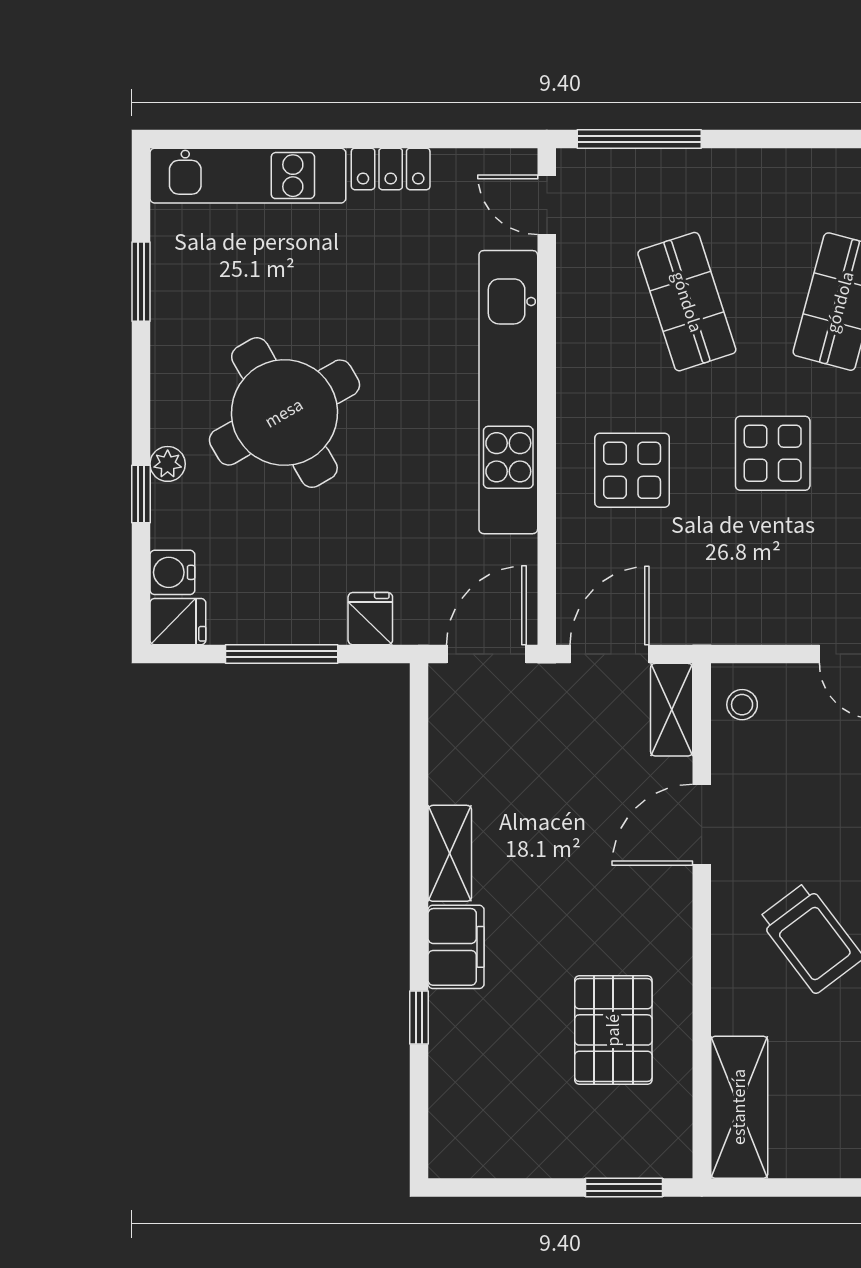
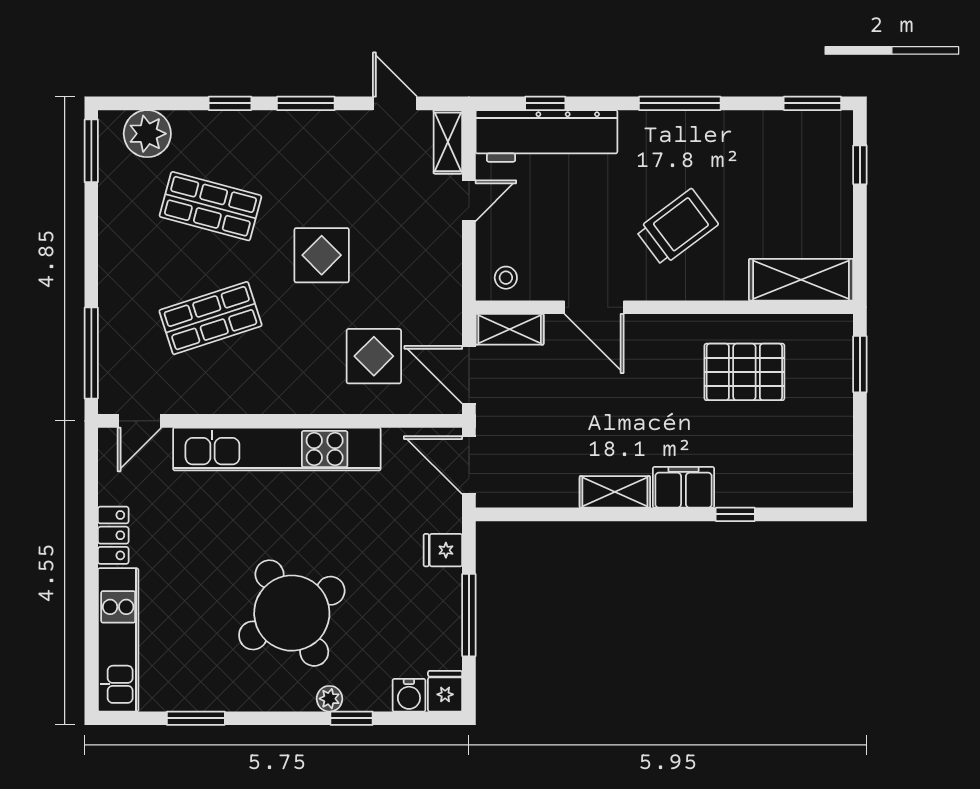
display table: (632, 470) -> (374, 356), moved

